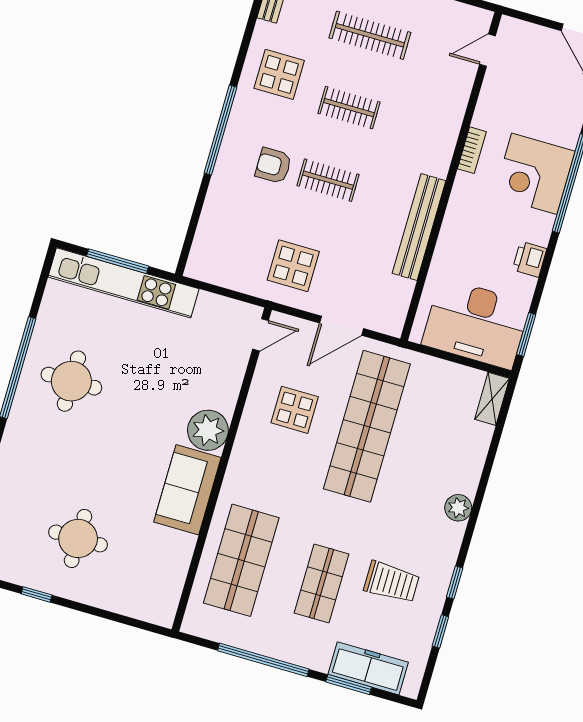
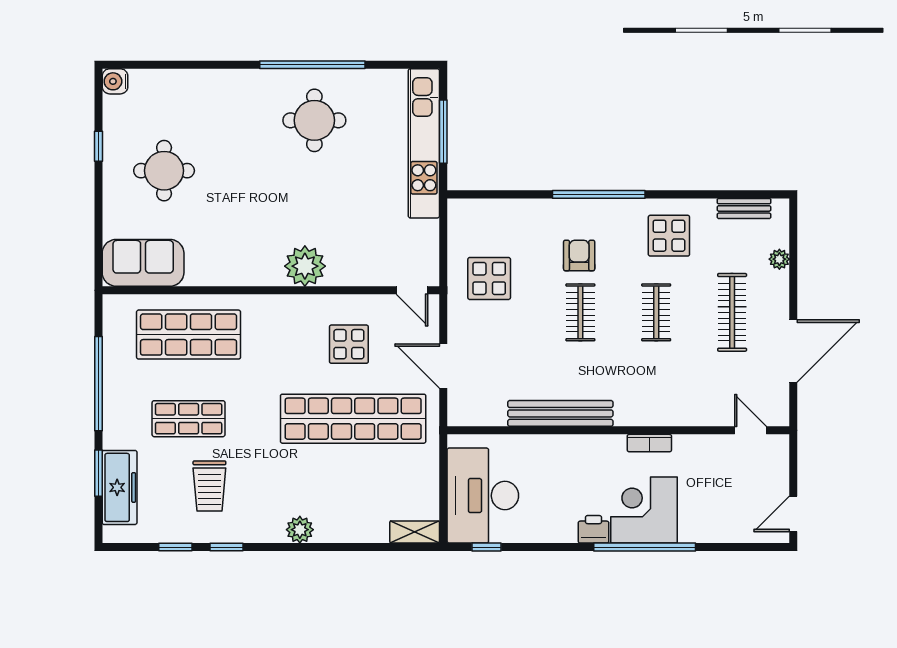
printer: (530, 259) -> (594, 529), moved
display table: (293, 266) -> (489, 278), moved
window: (526, 334) -> (486, 547), width x0.67
sofa: (187, 490) -> (143, 263), moved

